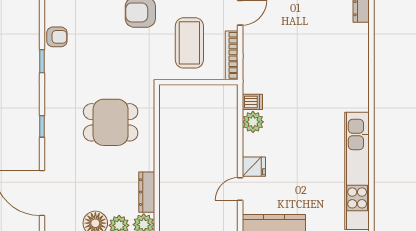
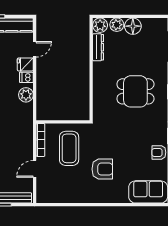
dishwasher: (252, 102) -> (26, 77), moved
dining table: (111, 122) -> (135, 91), moved

